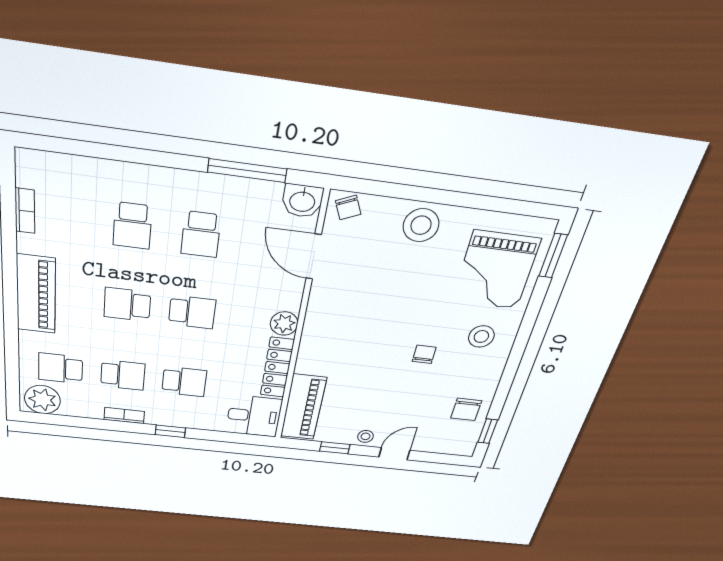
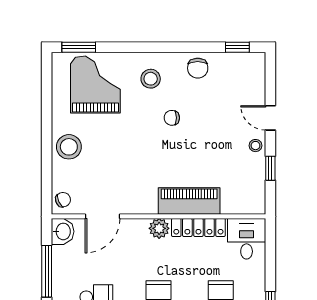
grand piano: (496, 270) -> (95, 85), turned -90
piano: (303, 407) -> (189, 201), moved
chair: (466, 409) -> (198, 68), moved, turned 90

